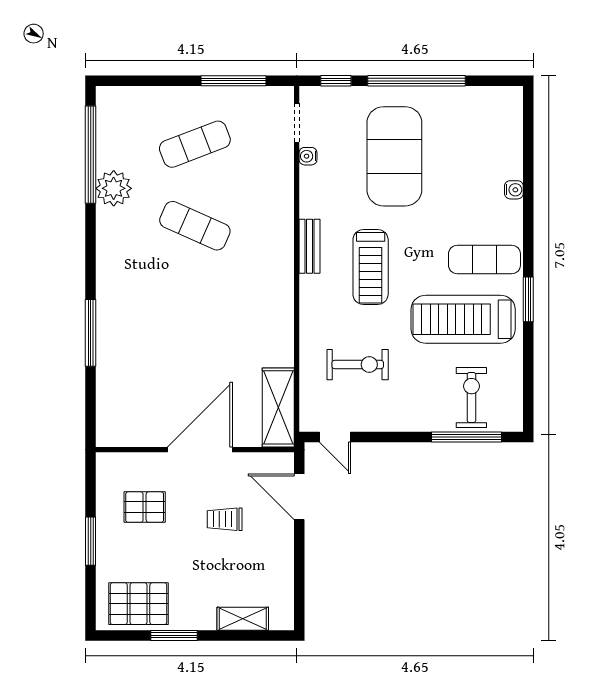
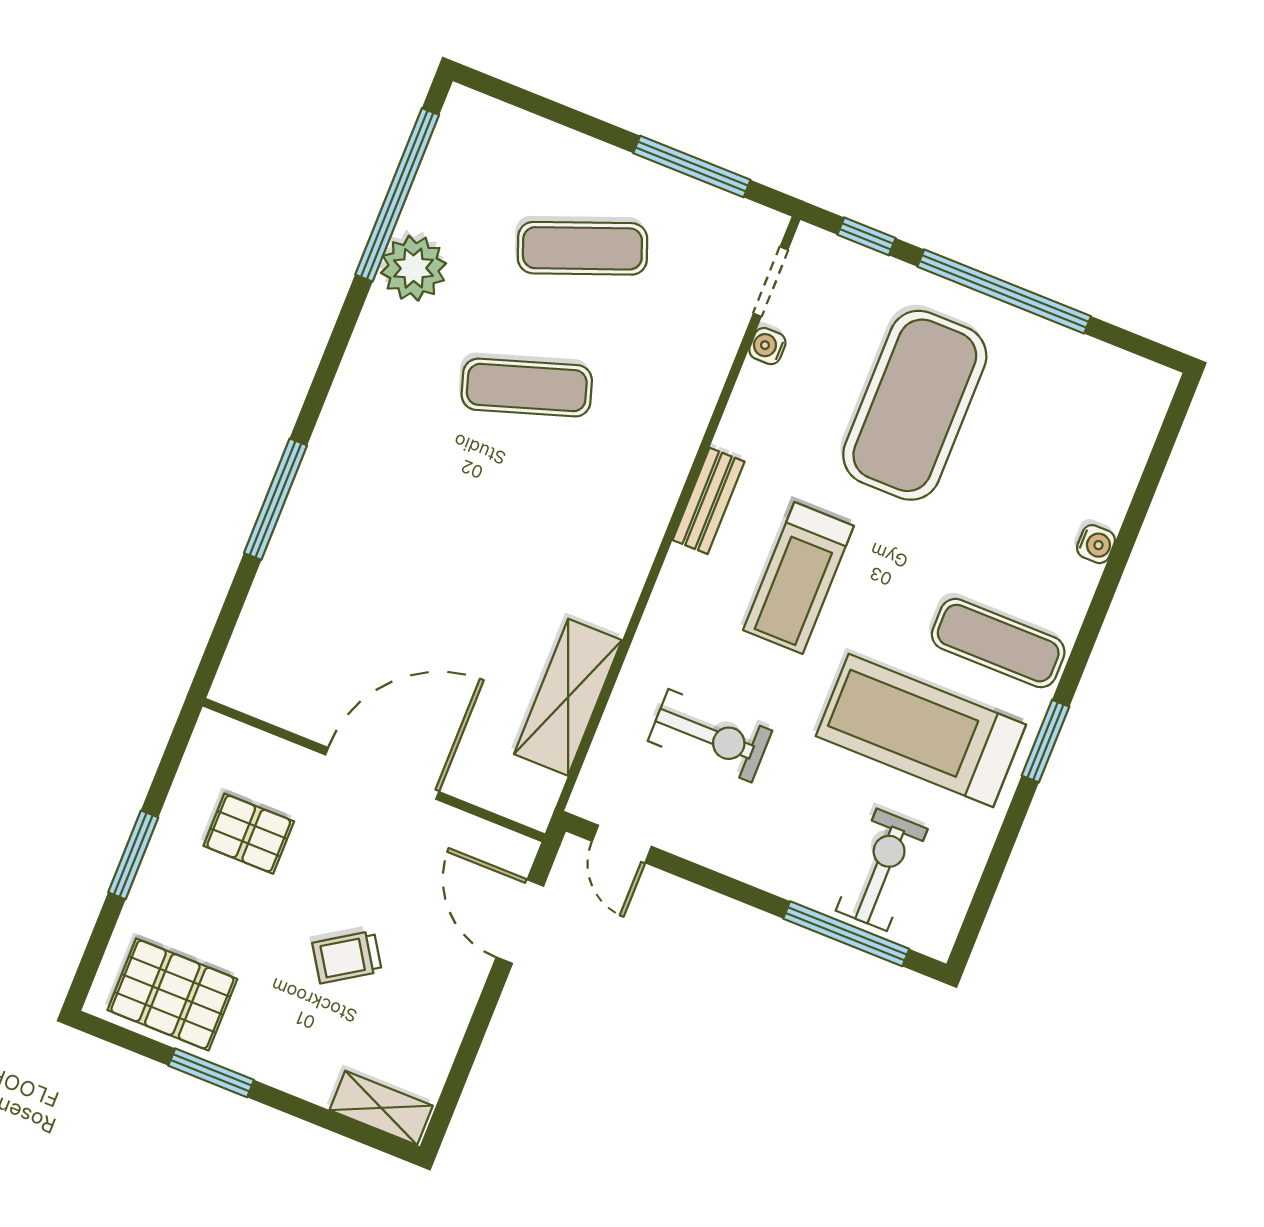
exercise mat: (195, 226) -> (527, 388), turned -42
shelving: (278, 407) -> (568, 697), moved
trolley: (225, 519) -> (347, 957), moved, turned -33
shelving: (243, 619) -> (381, 1108), moved

